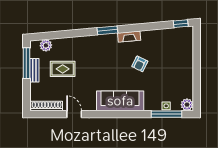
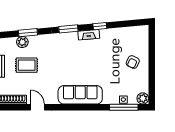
window: (181, 24) -> (100, 26), moved
window: (64, 34) -> (28, 33), added
plant: (46, 45) -> (22, 42), moved
armchair: (140, 64) -> (133, 62), moved

